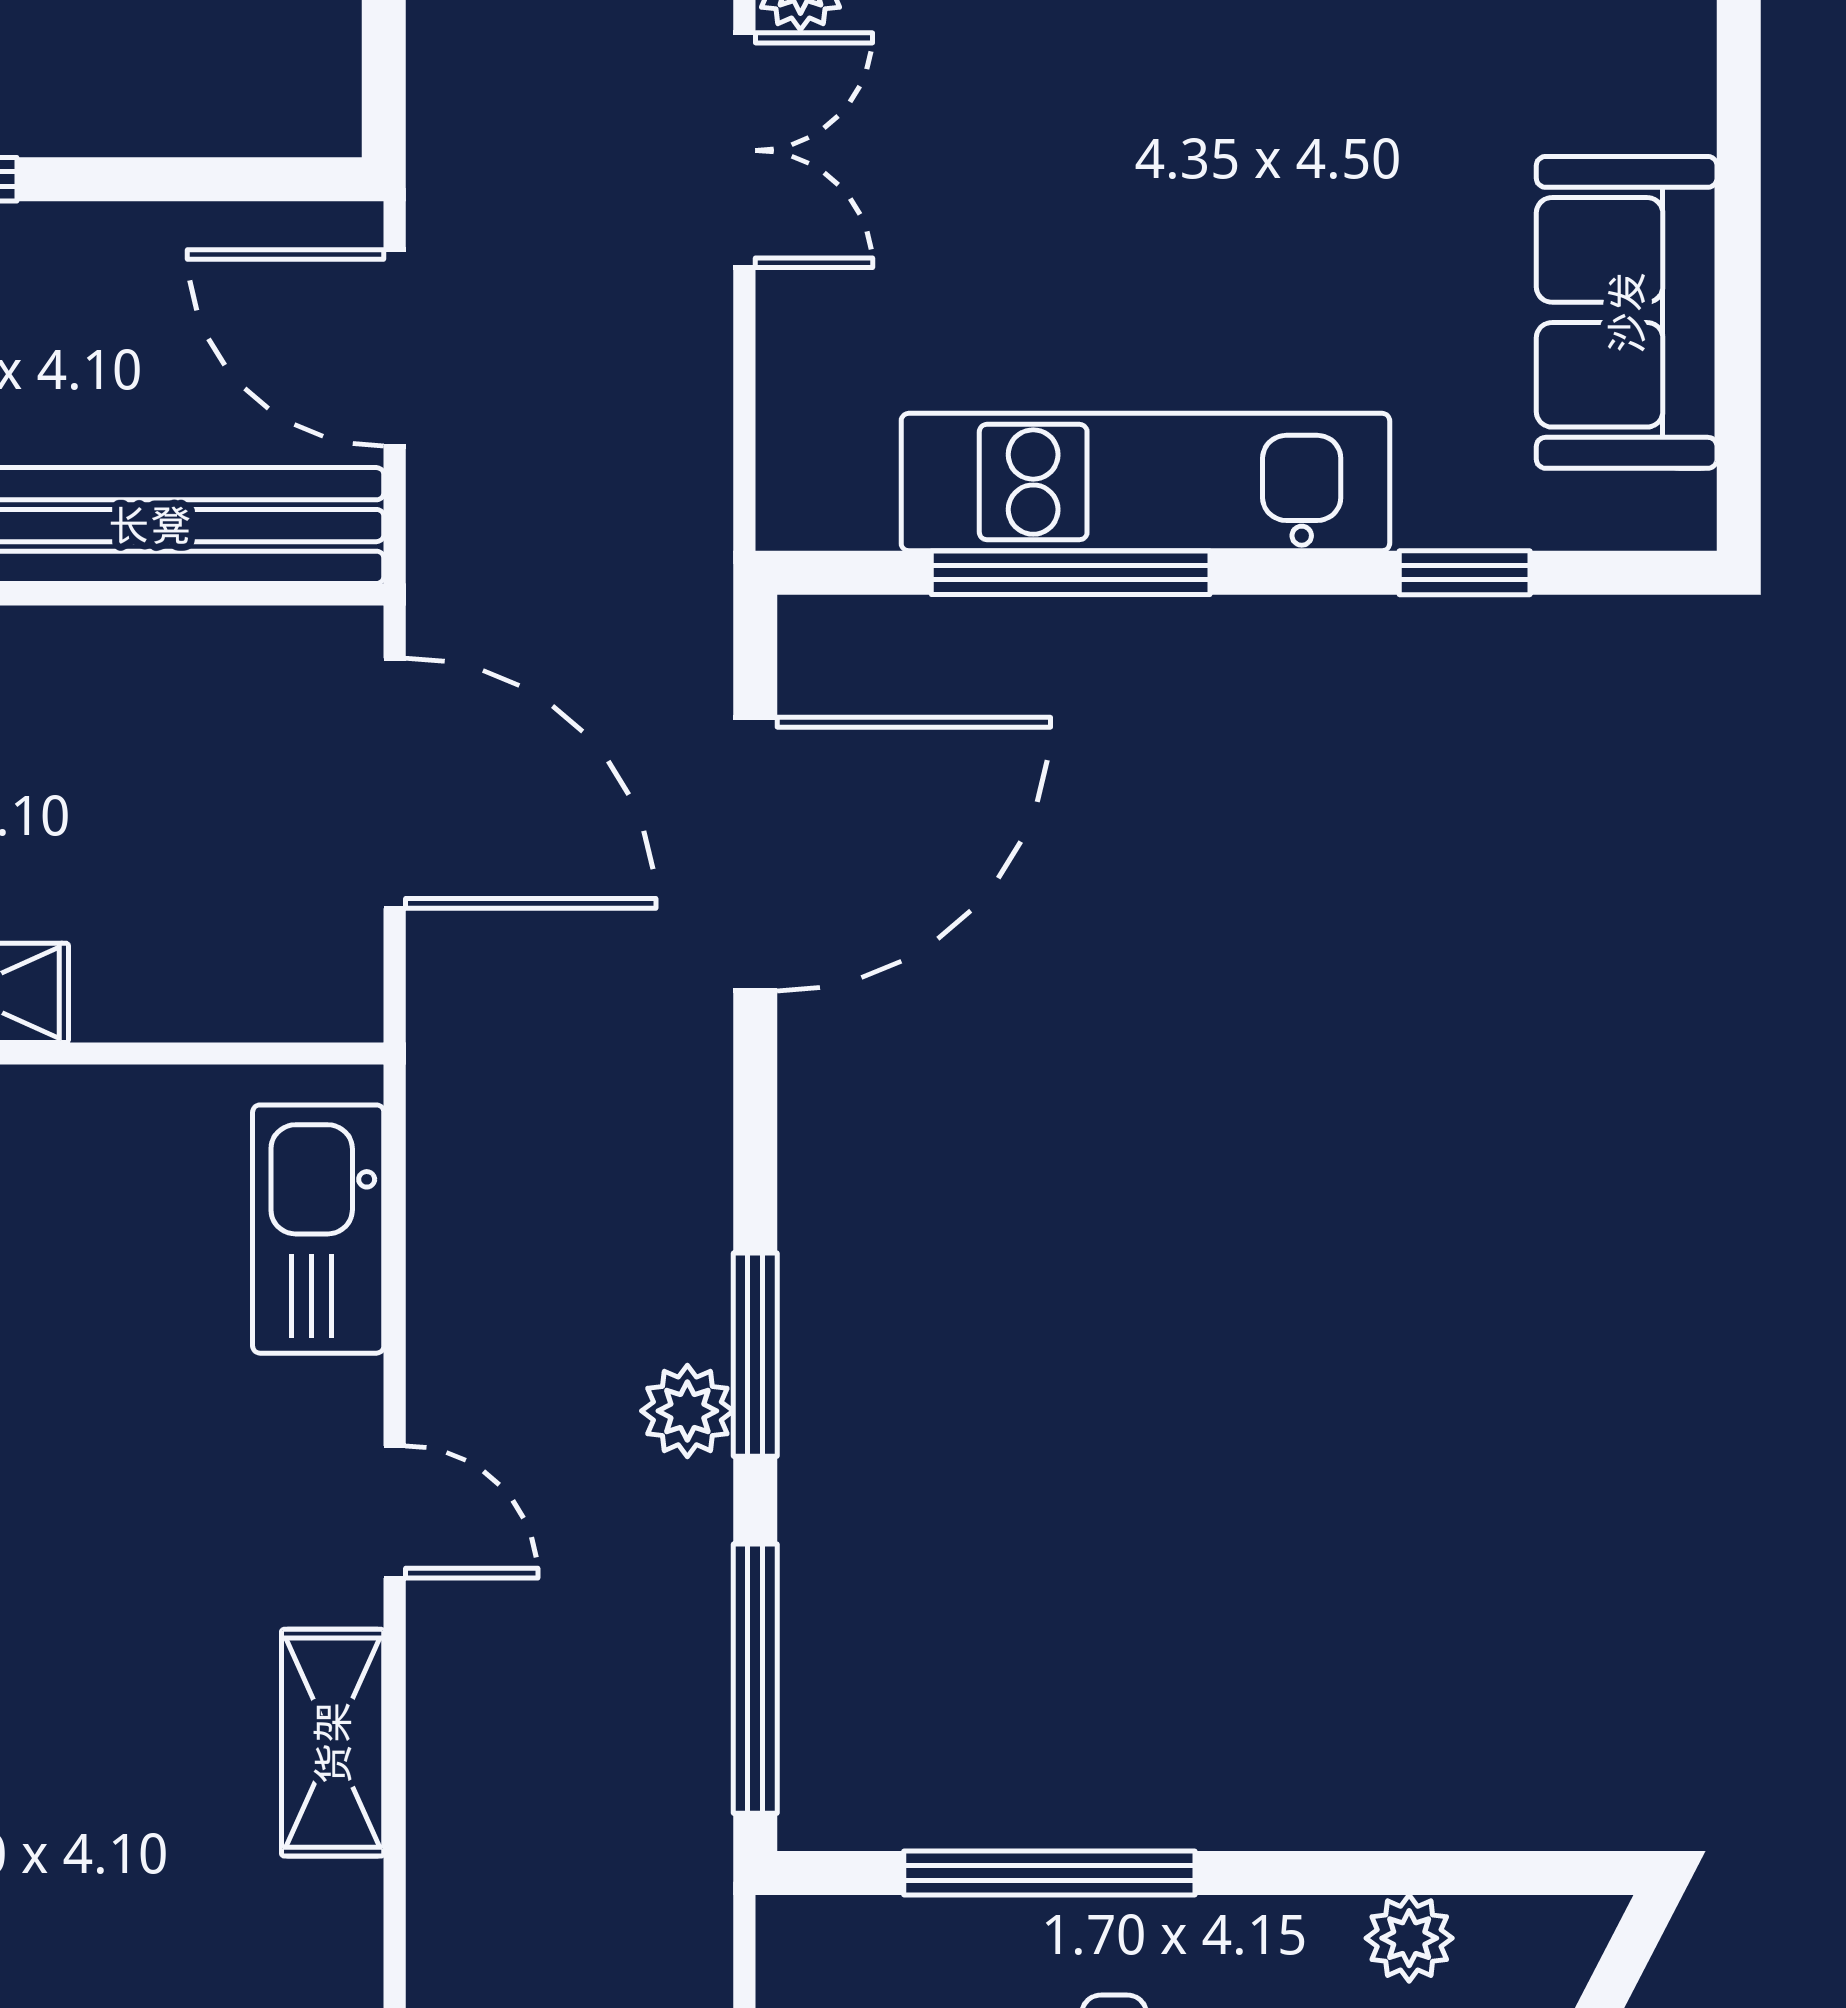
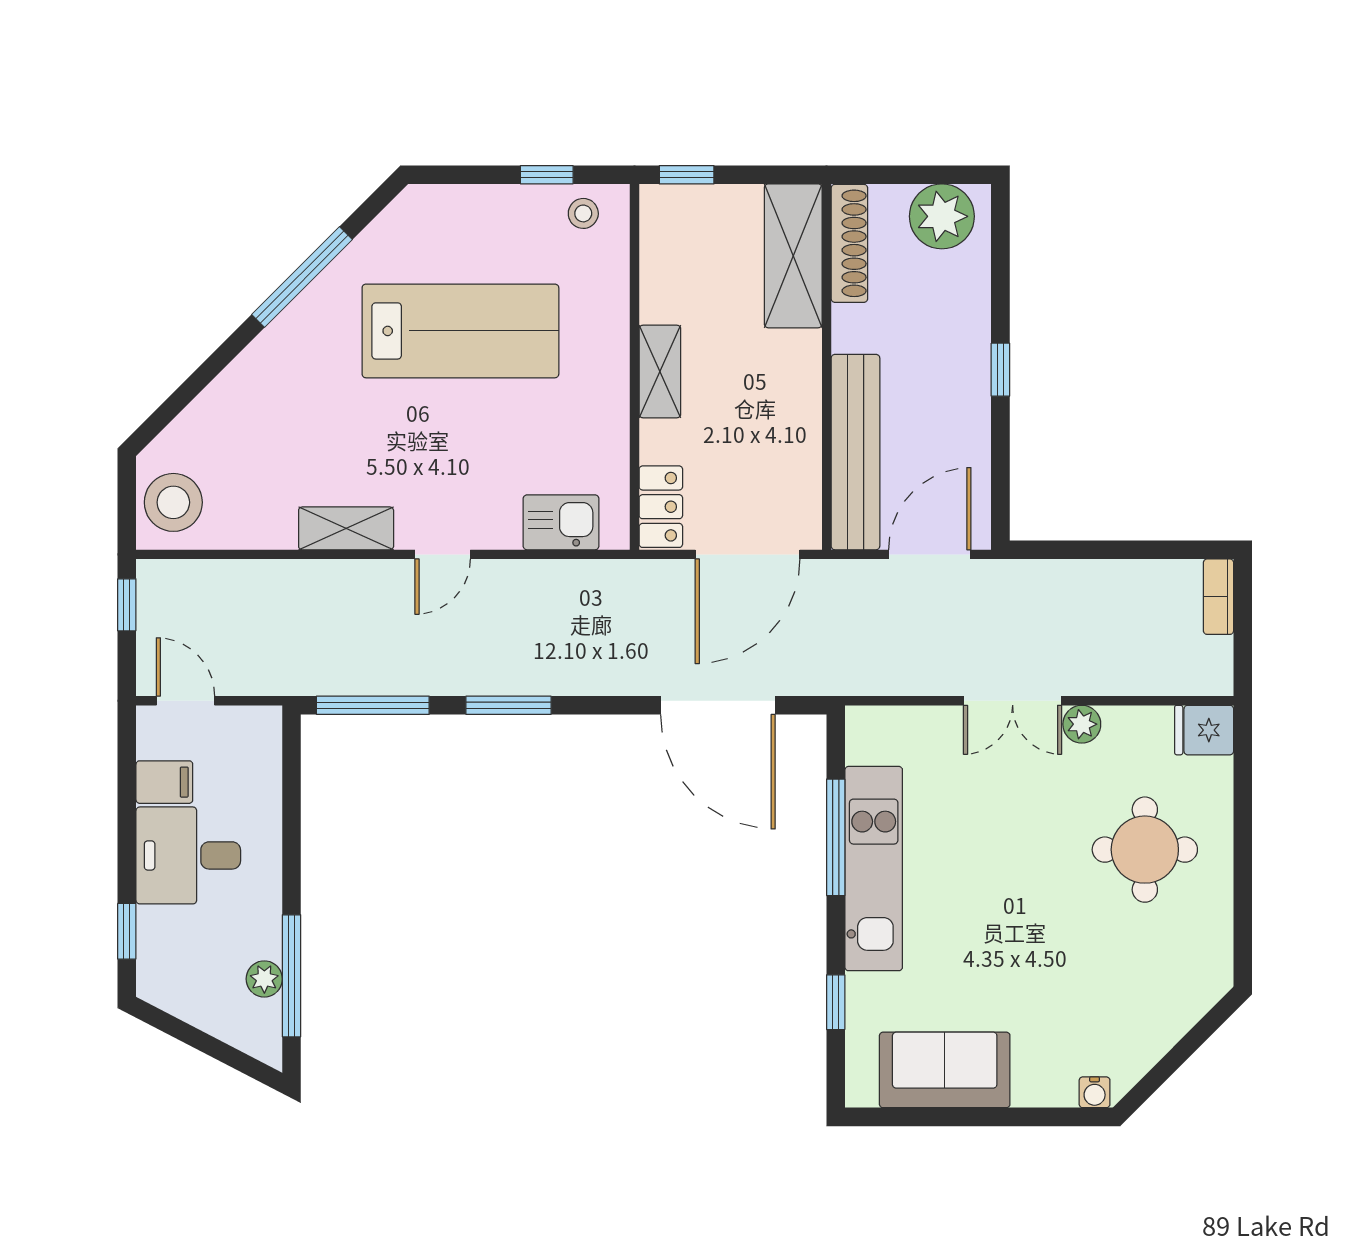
locker: (281, 991) -> (661, 507), added
kitchen sink: (318, 1229) -> (561, 522), width x0.73
plant: (687, 1411) -> (485, 677), removed
window: (1049, 1873) -> (291, 976), moved

